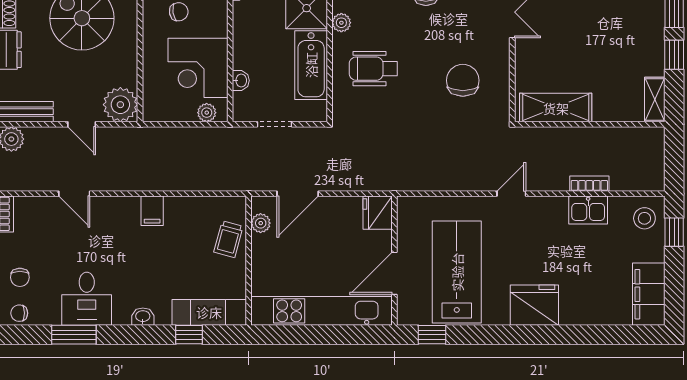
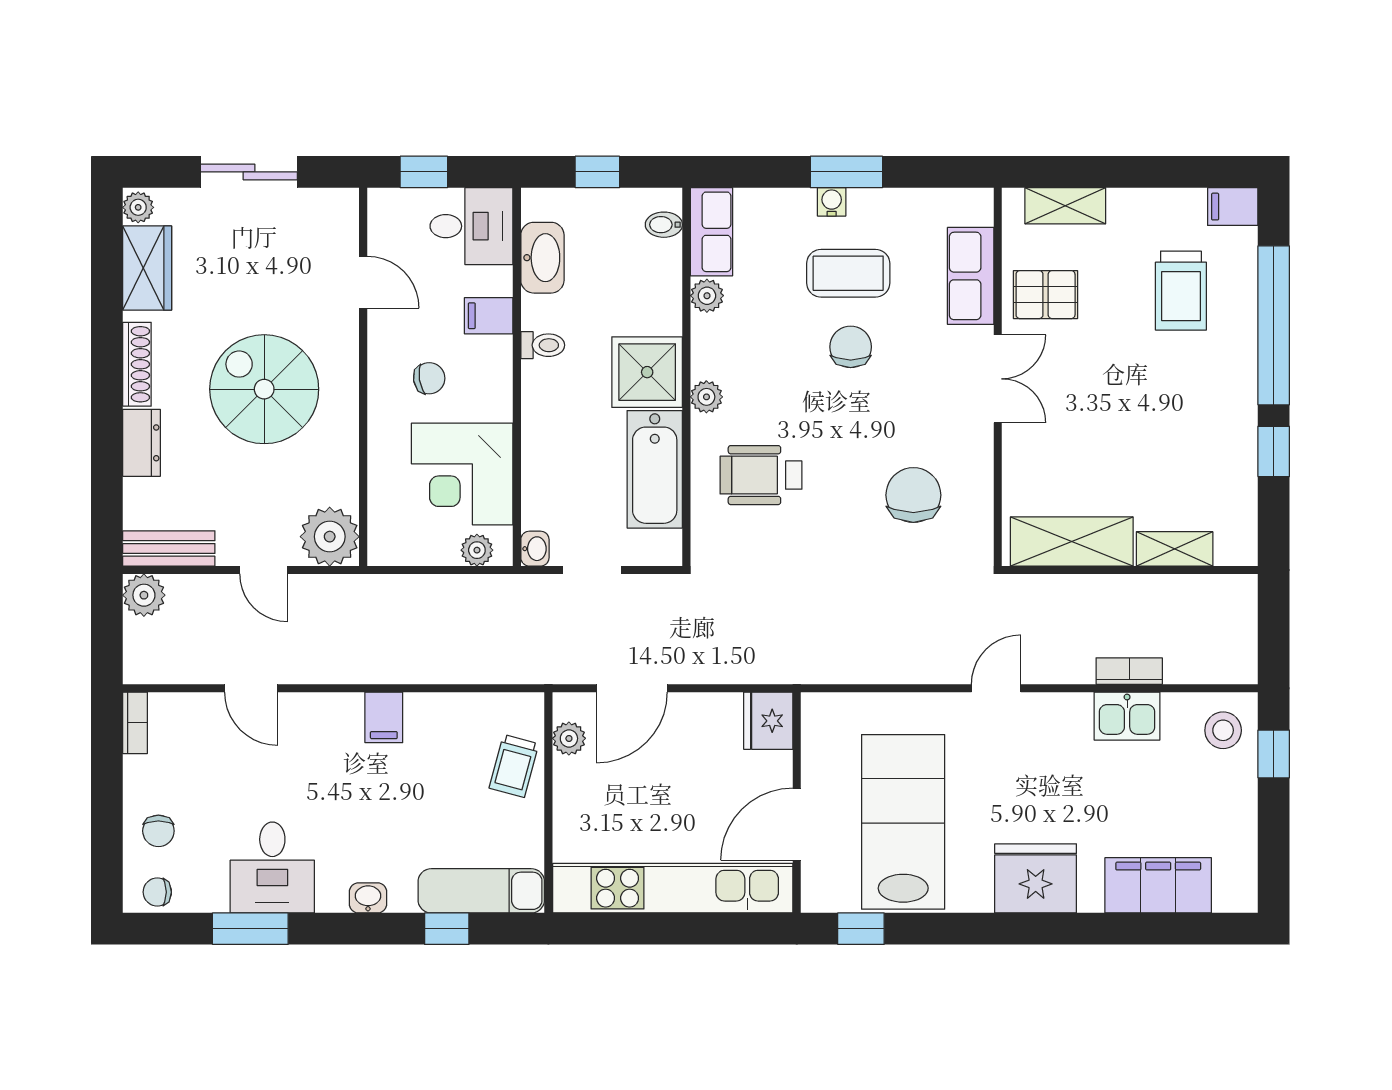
washbasin: (241, 80) -> (535, 549), moved
shelving: (655, 100) -> (1175, 549), moved, turned 90
filing cabinet: (649, 294) -> (1158, 885), moved, turned 90

